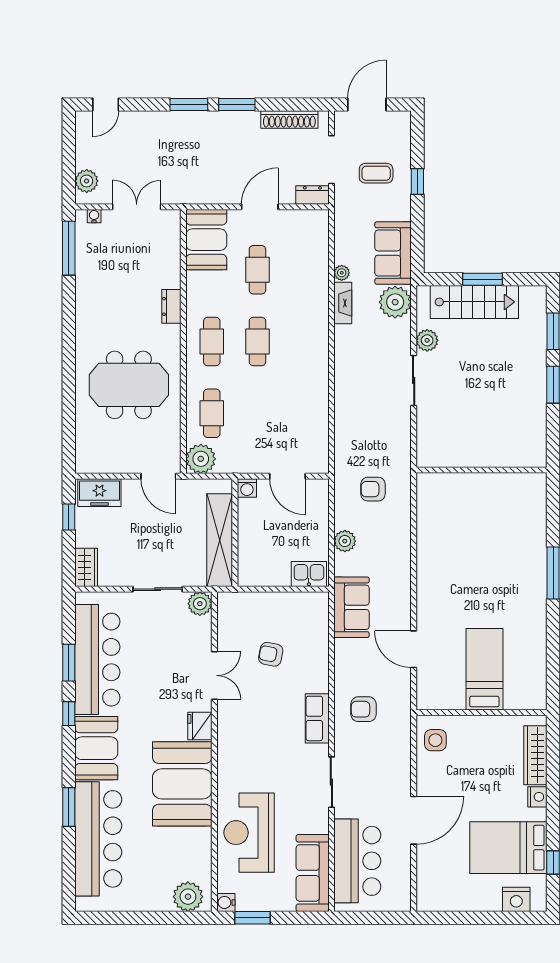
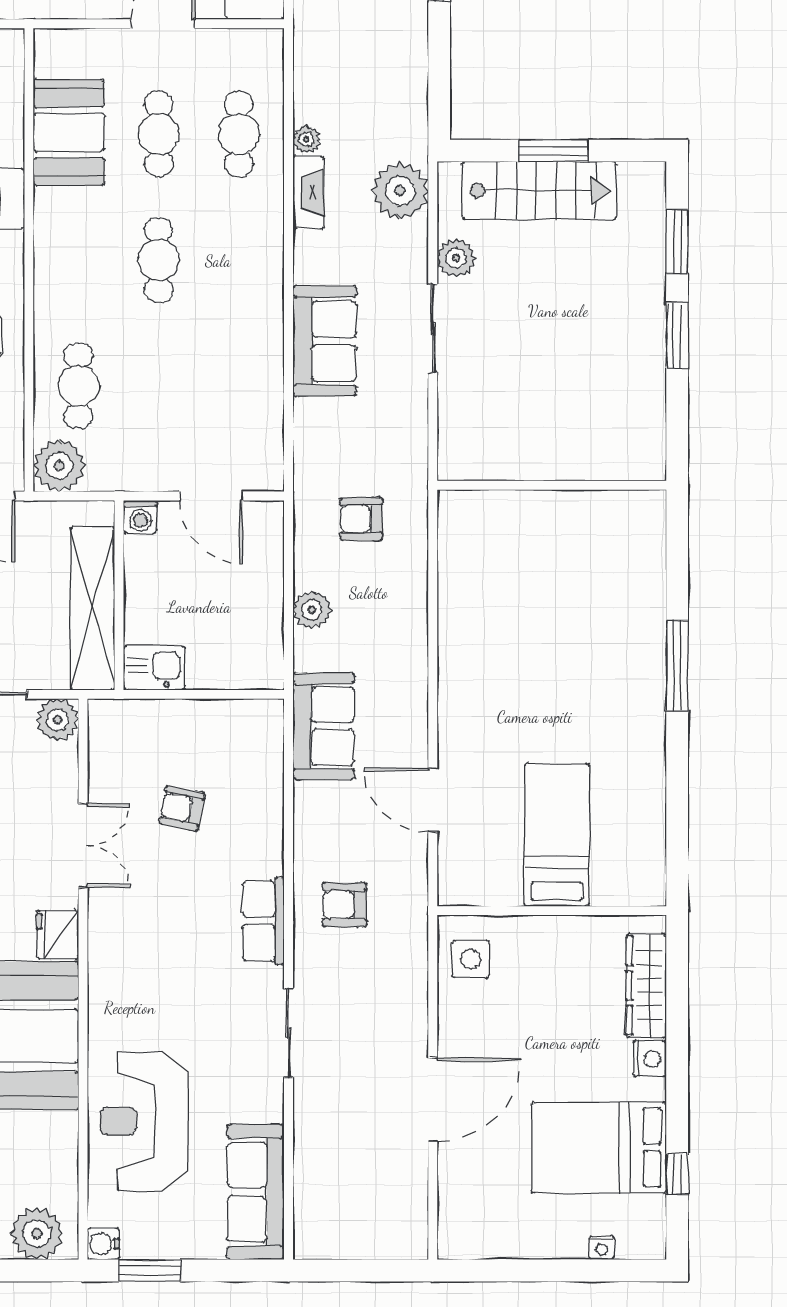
booth: (206, 240) -> (69, 132), moved
sofa: (393, 253) -> (325, 341), moved, turned 180
cafe table: (212, 342) -> (239, 134), moved
kitchen sink: (309, 574) -> (154, 668), moved
bar counter: (357, 861) -> (334, 1171), removed
nightstand: (516, 899) -> (601, 1248), width x0.53, depth x0.56

